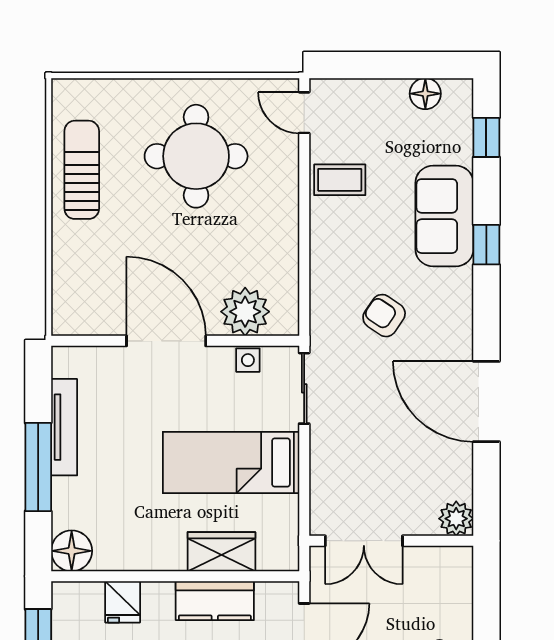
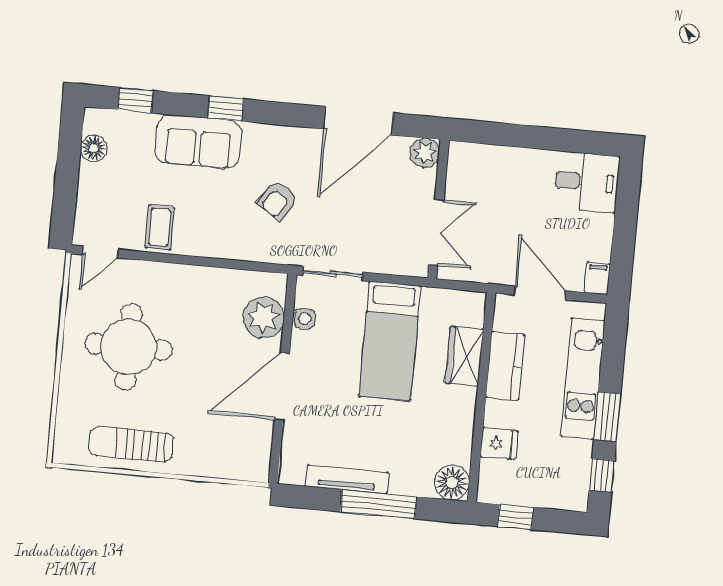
plant: (456, 519) -> (425, 153), moved
double door: (364, 541) -> (436, 232), moved
wall: (391, 541) -> (438, 209), moved

